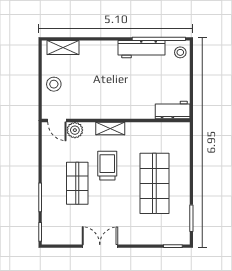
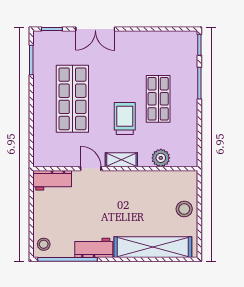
shelving: (63, 47) -> (153, 247), width x2.20, depth x1.33
workbench: (141, 49) -> (94, 248), width x0.73
door: (57, 121) -> (91, 169), moved
trolley: (107, 166) -> (125, 119), turned 180
double door: (100, 246) -> (95, 29), moved

